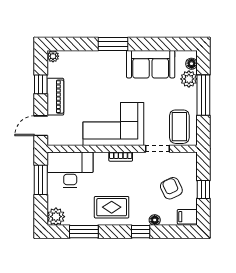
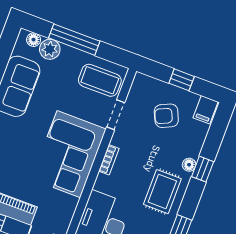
floor lamp: (155, 220) -> (189, 165), moved

